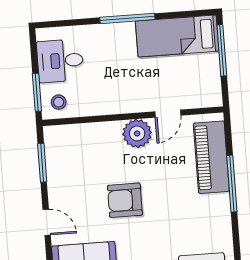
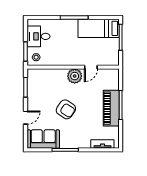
piano: (211, 157) -> (111, 108), moved
armchair: (125, 200) -> (66, 109), turned -146
door: (47, 222) -> (26, 118), hinge flipped

